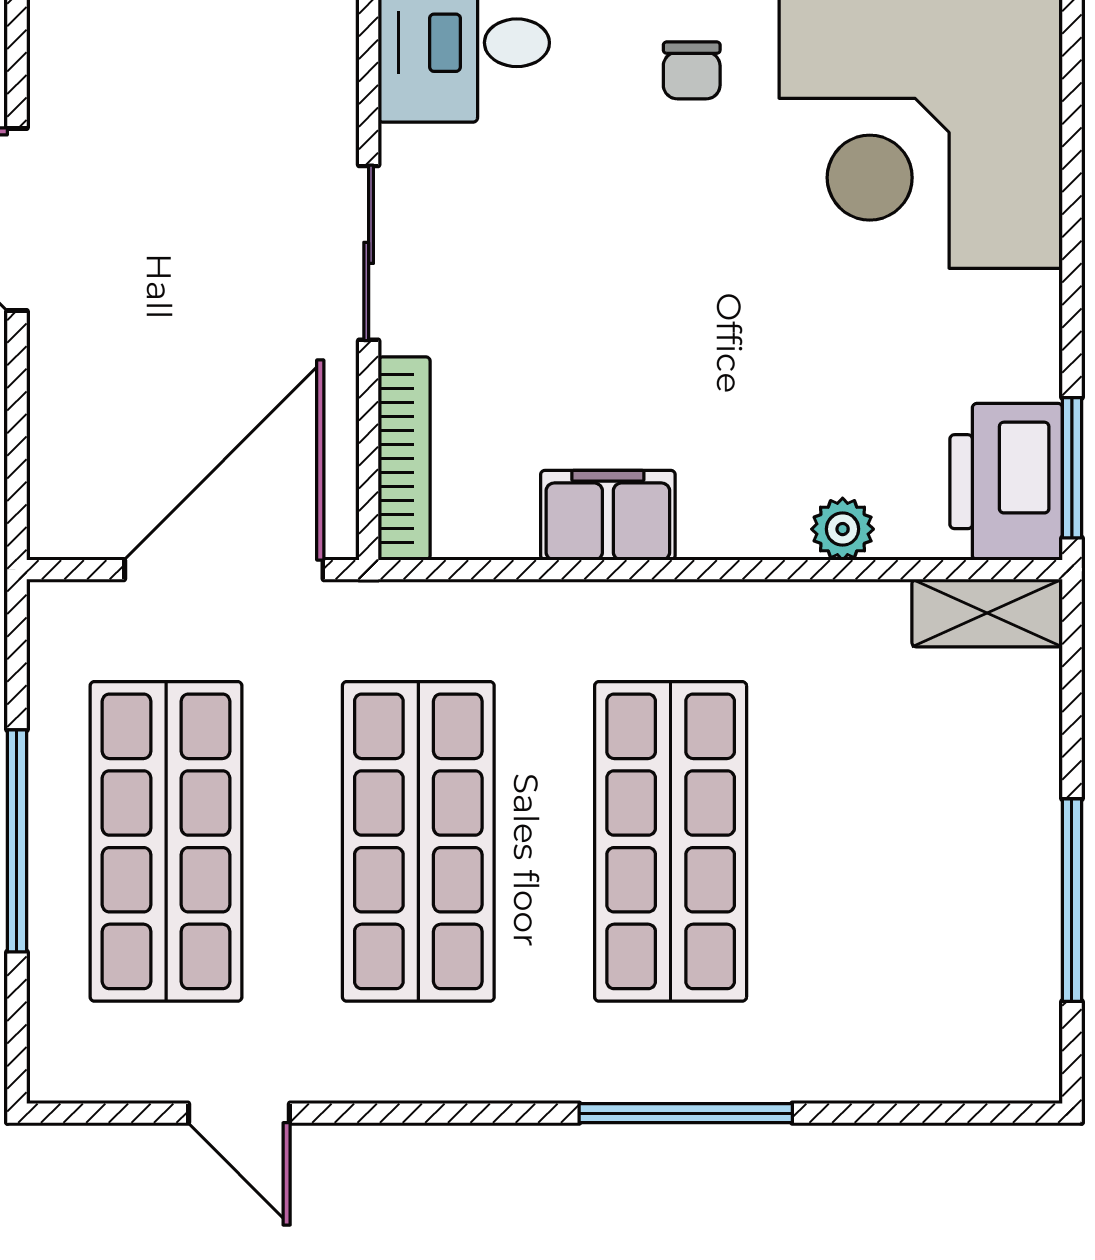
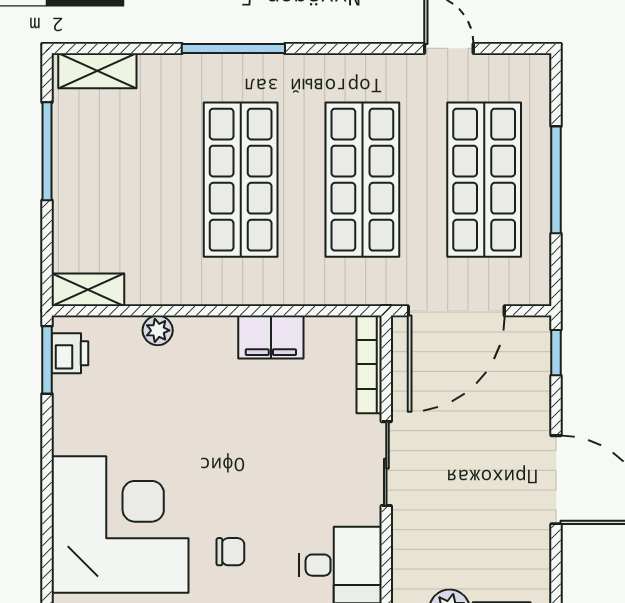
chair: (692, 70) -> (230, 552), turned 90
printer: (1006, 482) -> (70, 353), width x0.53, depth x0.68
window: (17, 483) -> (556, 353), added
shelving: (968, 1067) -> (97, 71), added

